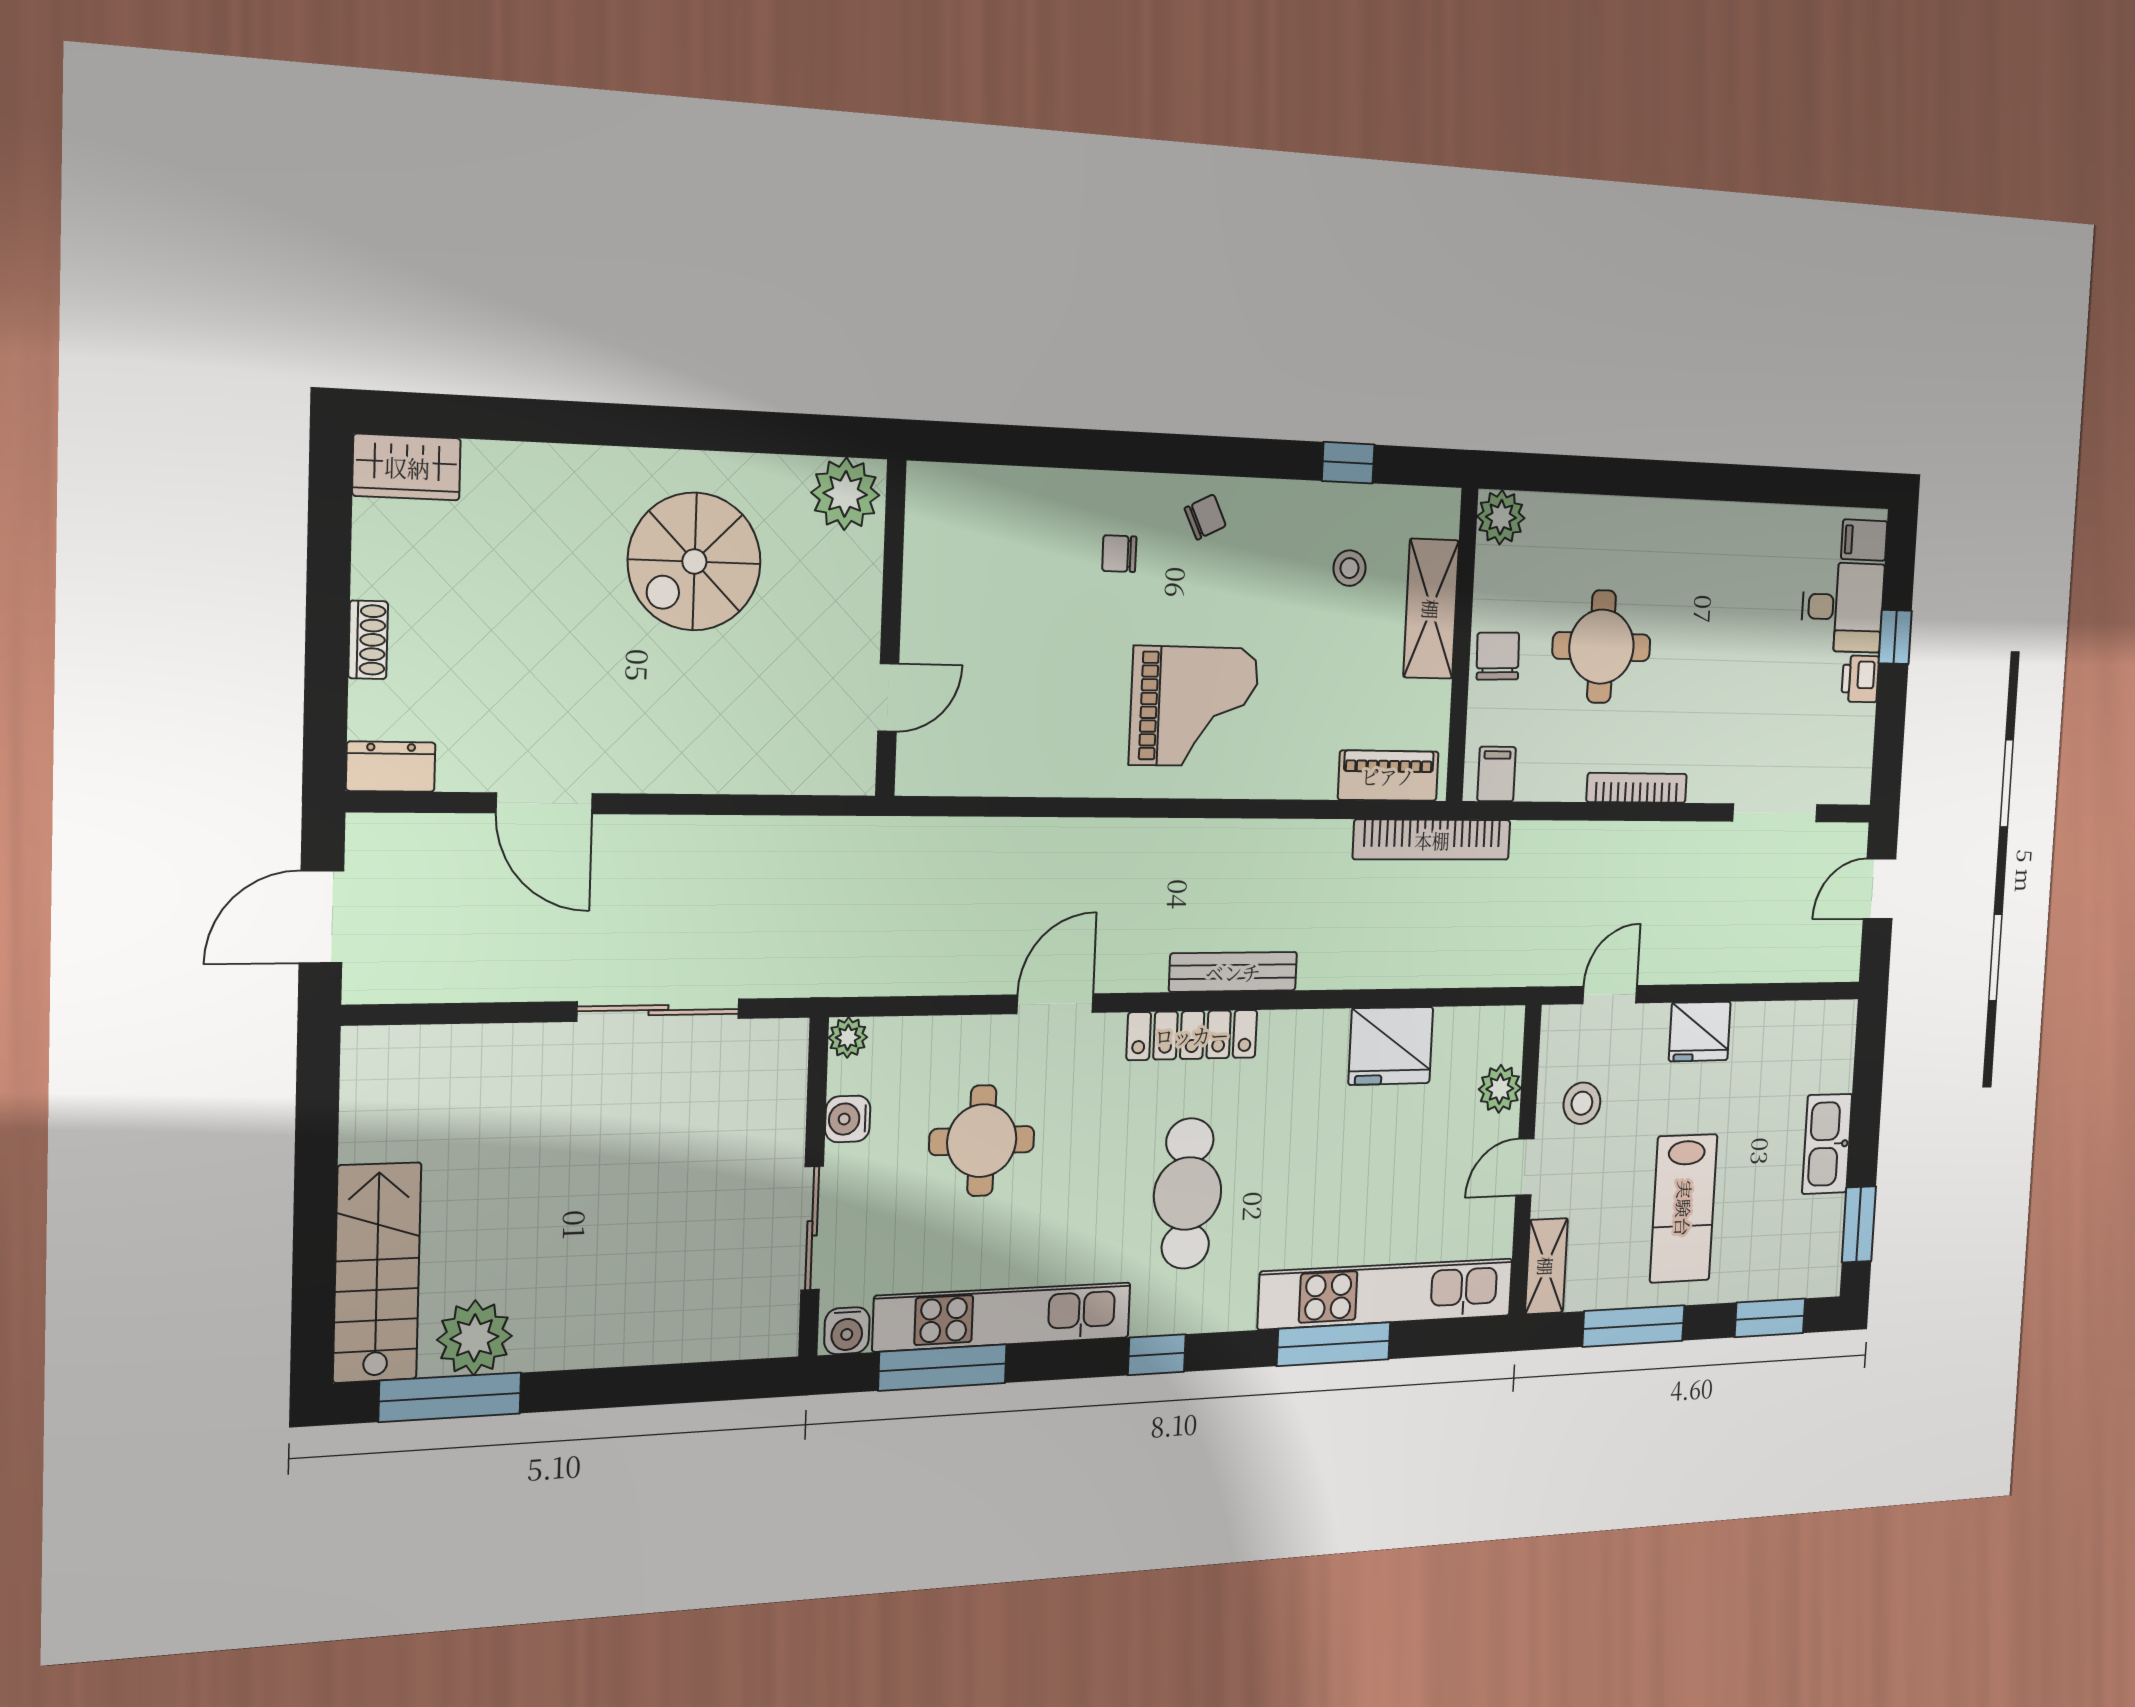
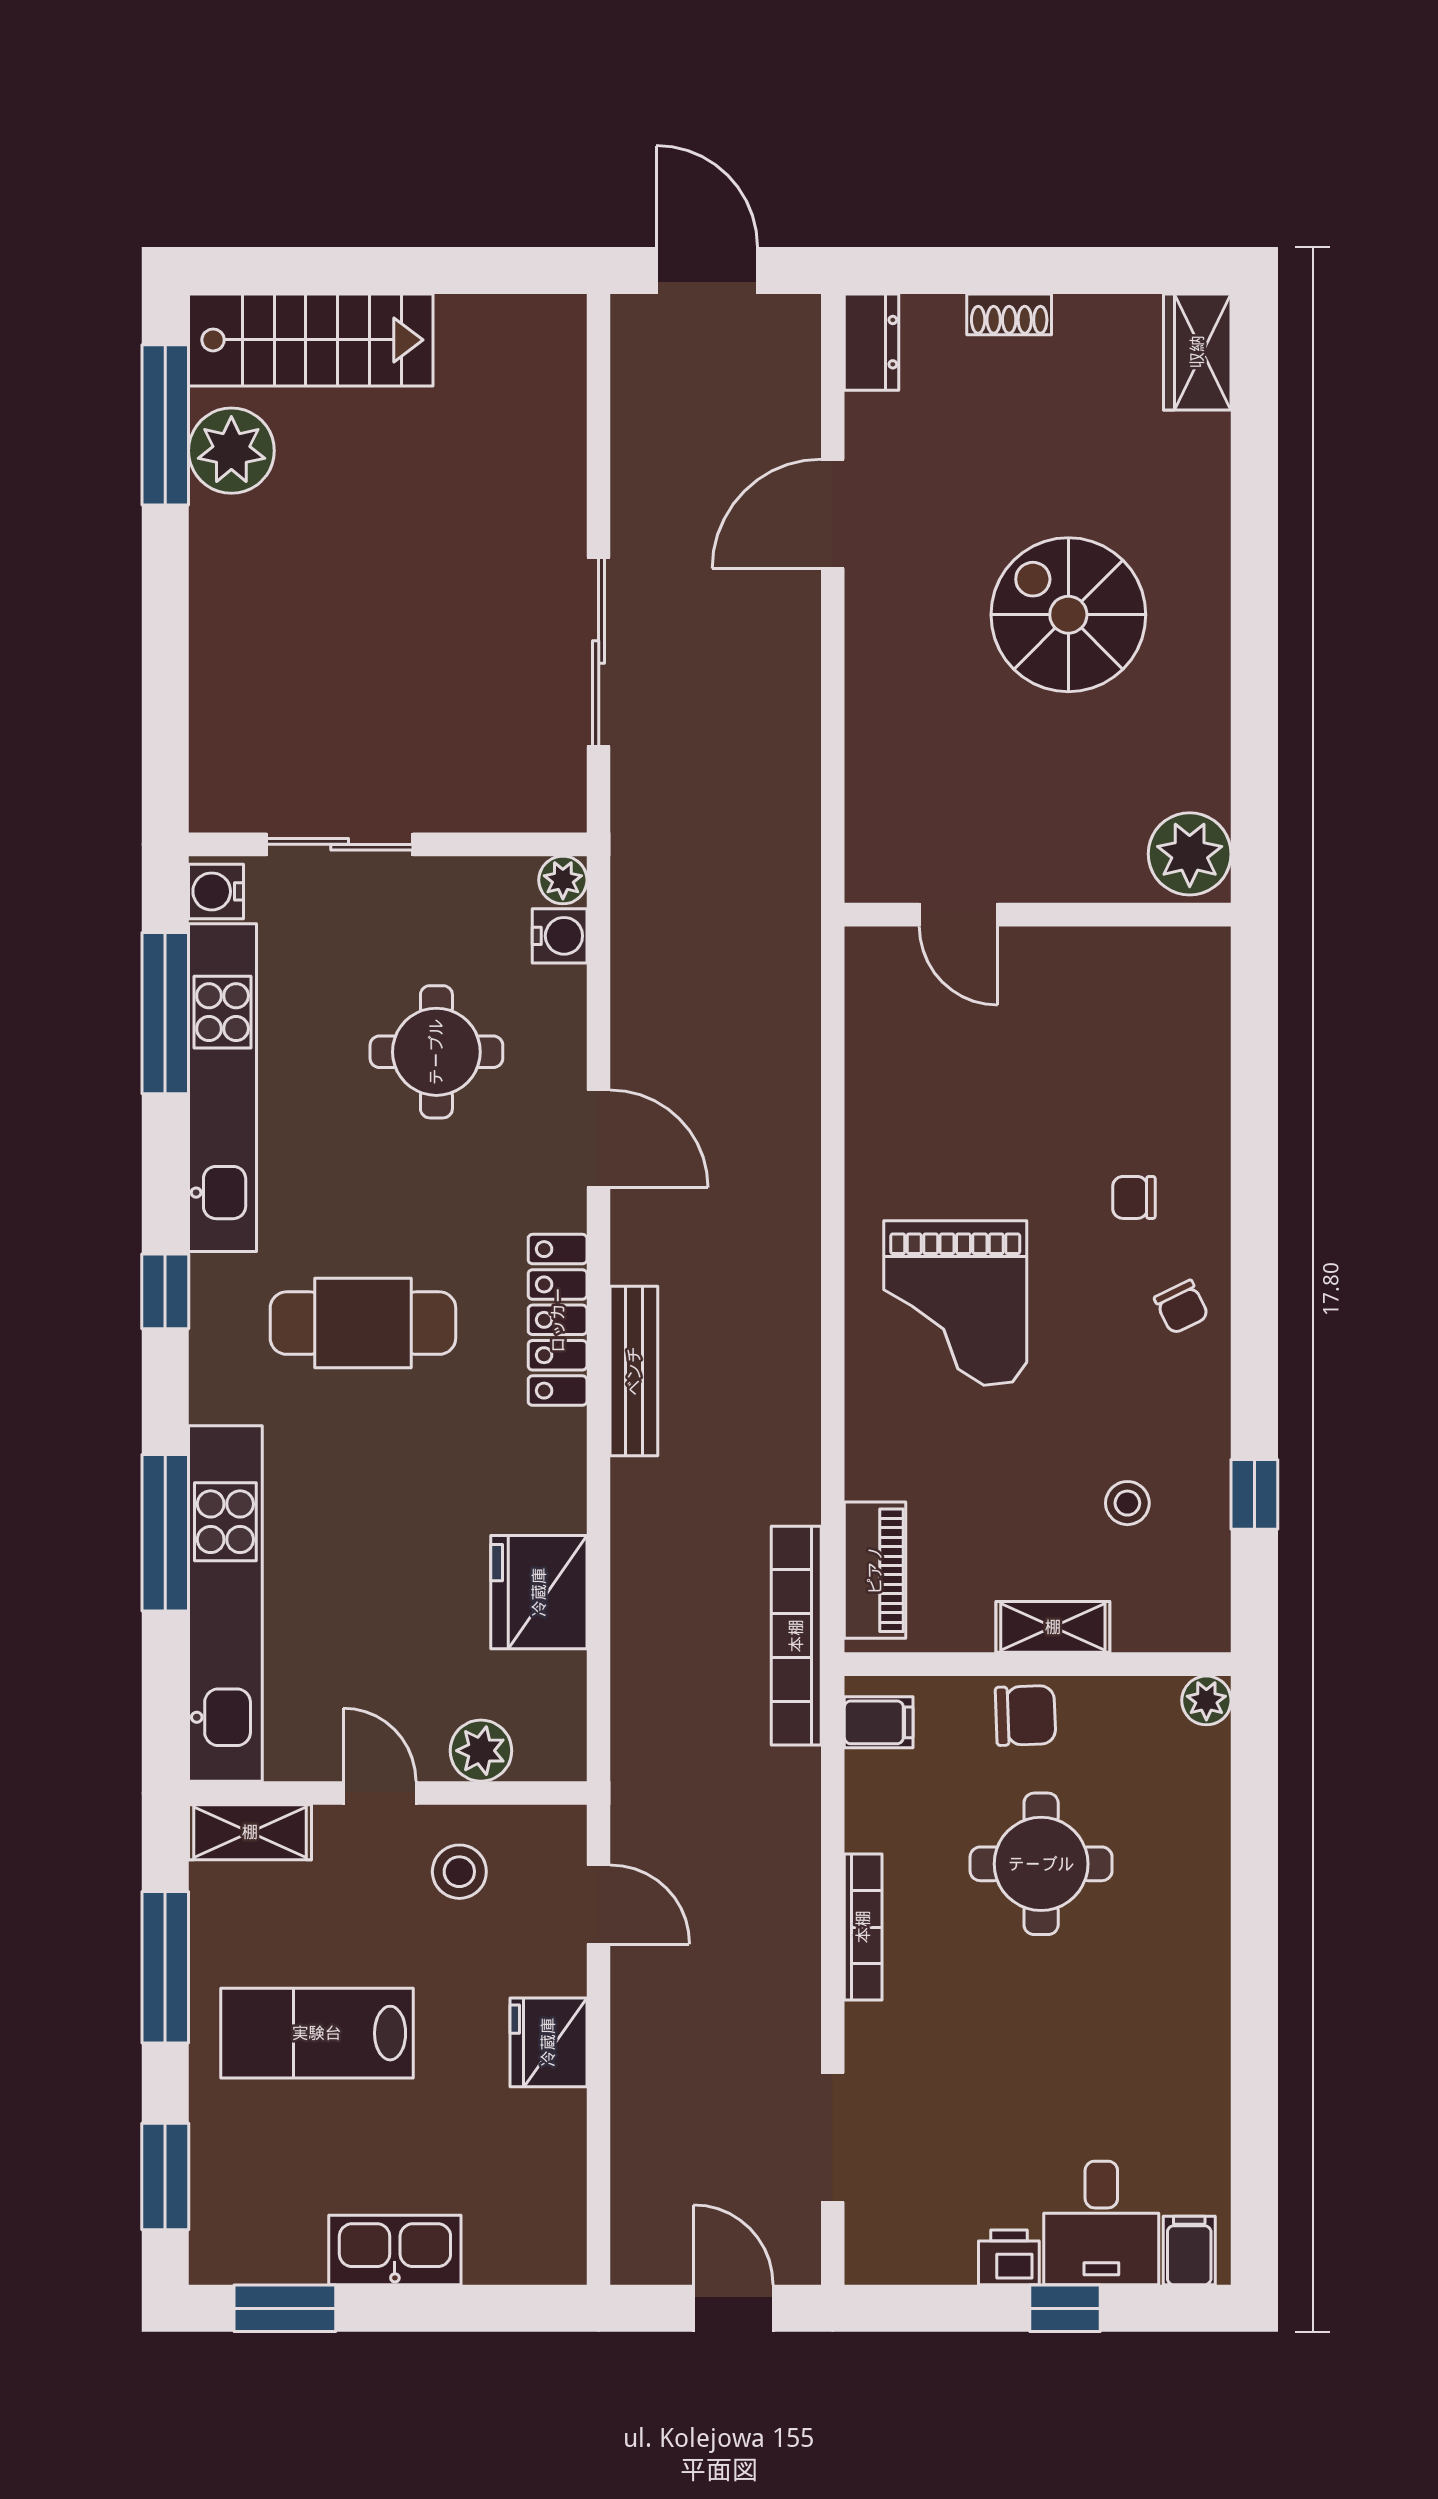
plant: (1501, 517) -> (1206, 1700), width x0.73, depth x0.73
chair: (1119, 554) -> (1134, 1197), turned -90
spiral stairs: (694, 561) -> (1068, 615), moved
shelving: (1431, 609) -> (1053, 1627), width x0.67, depth x0.75
water cooler: (848, 1119) -> (560, 936), moved, turned 90

